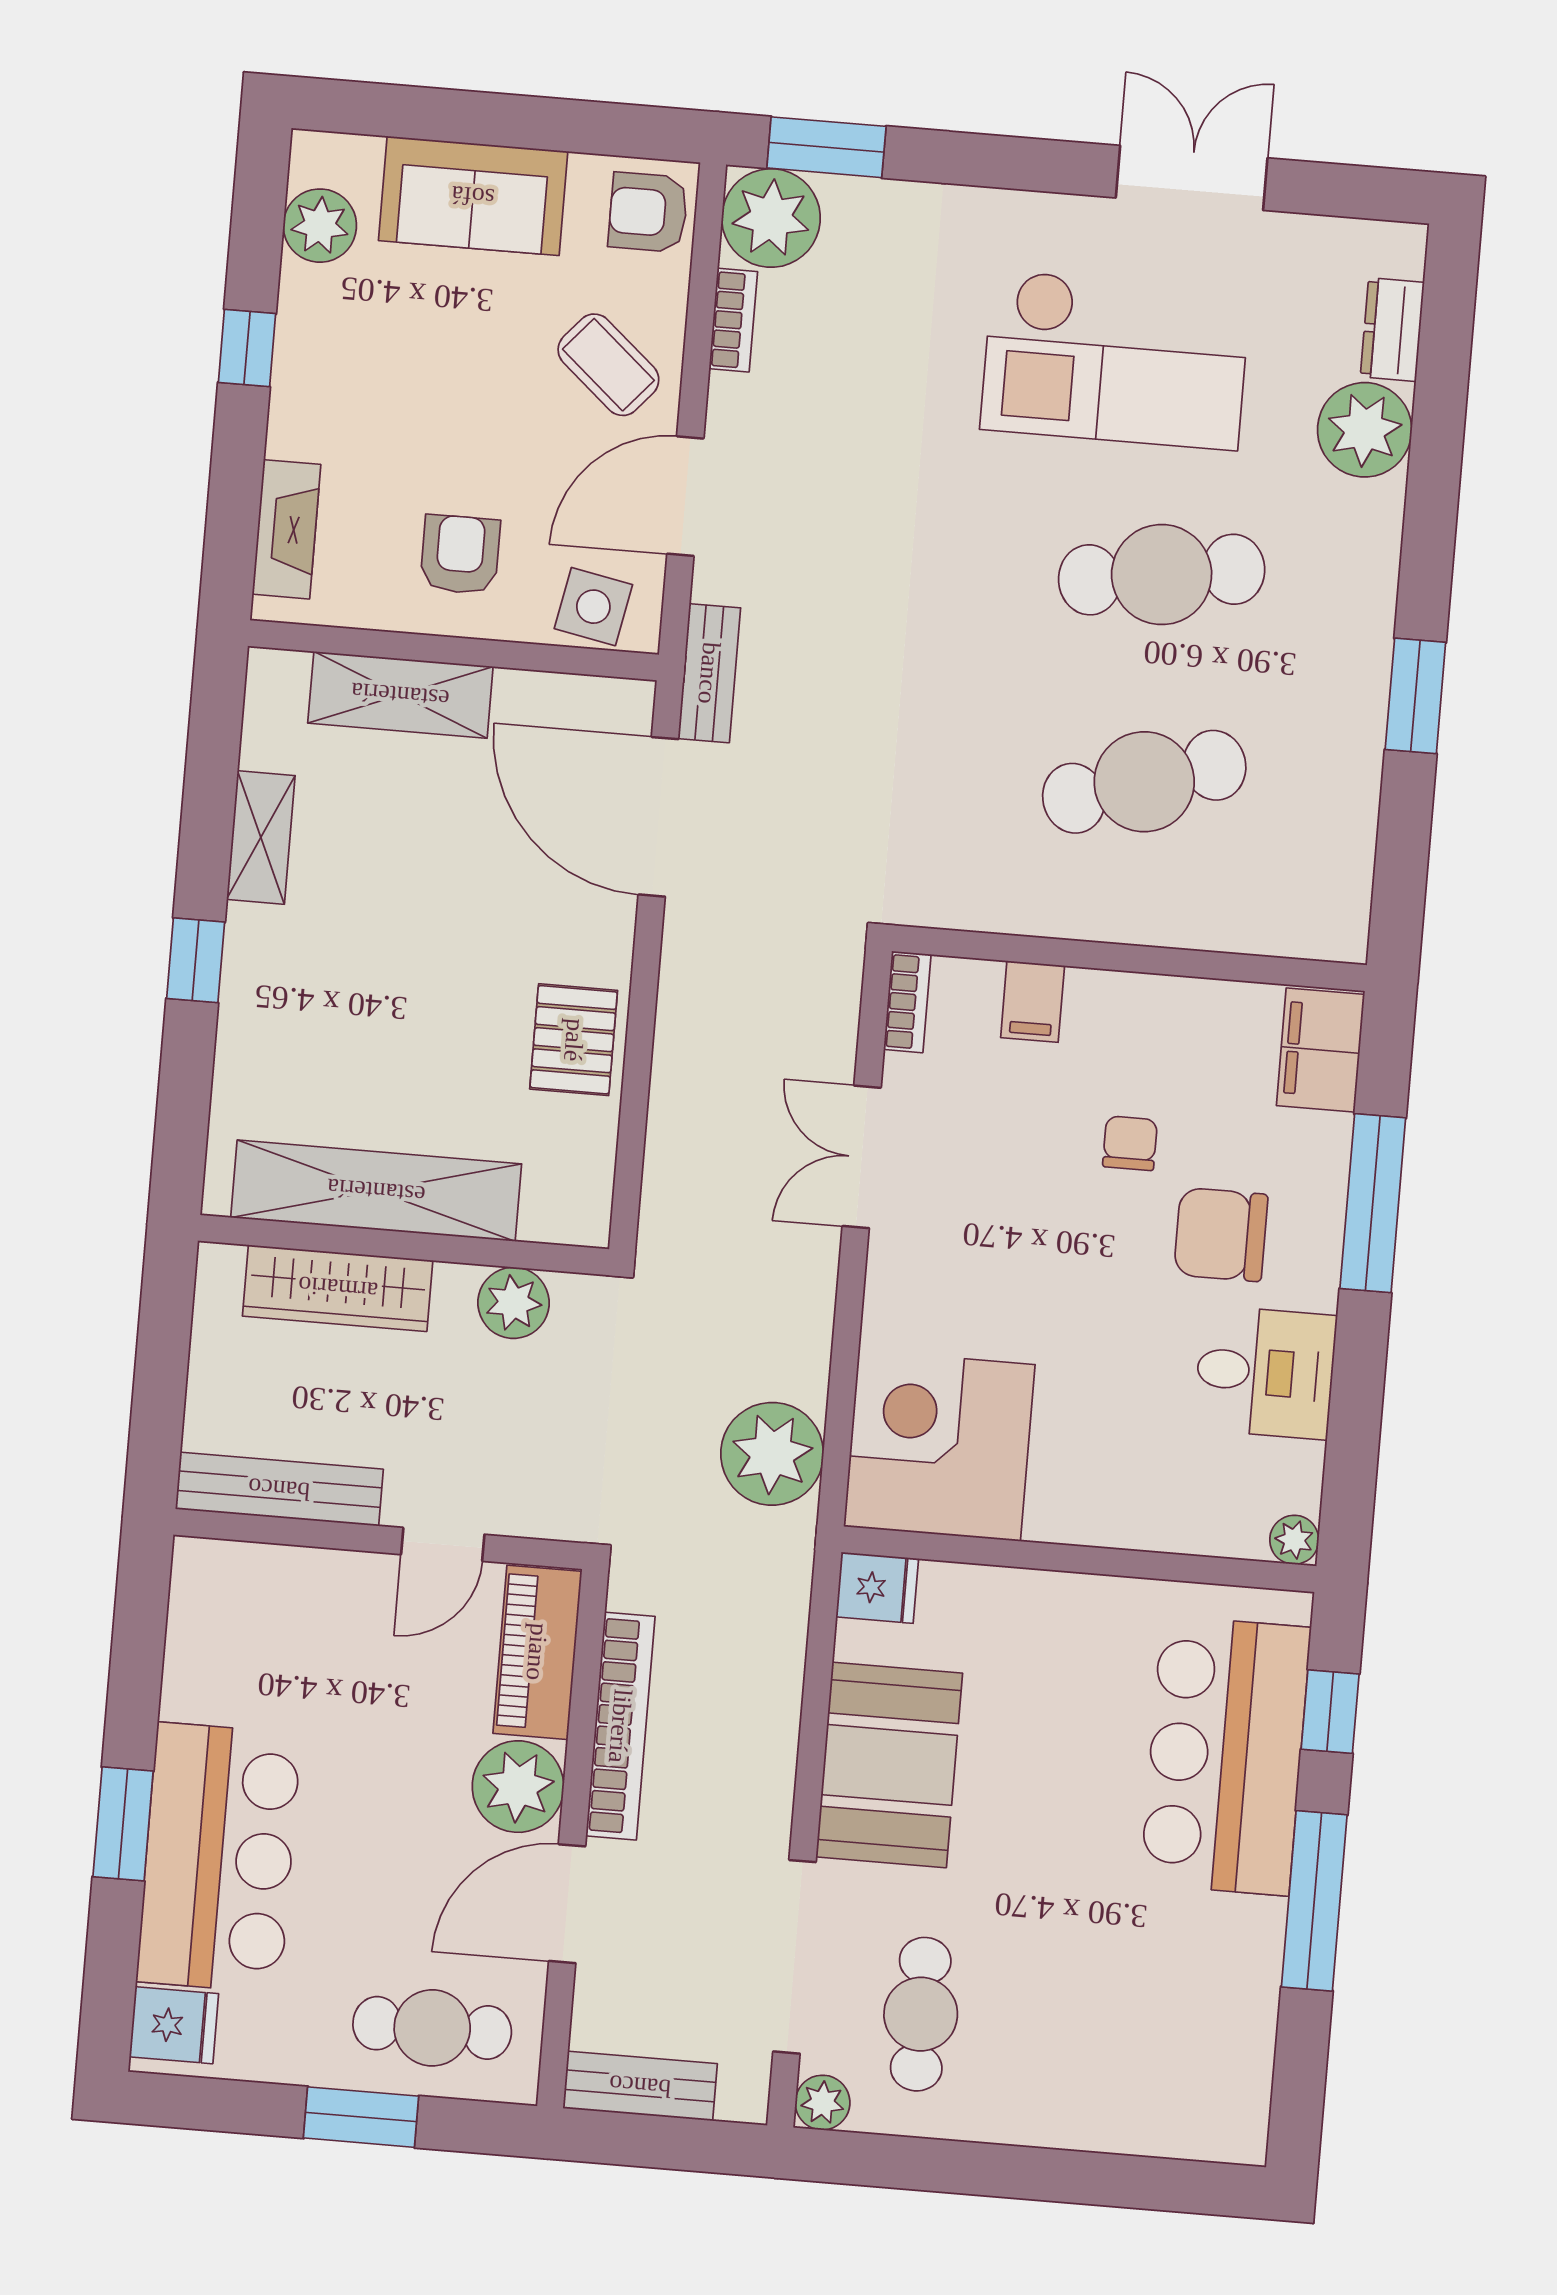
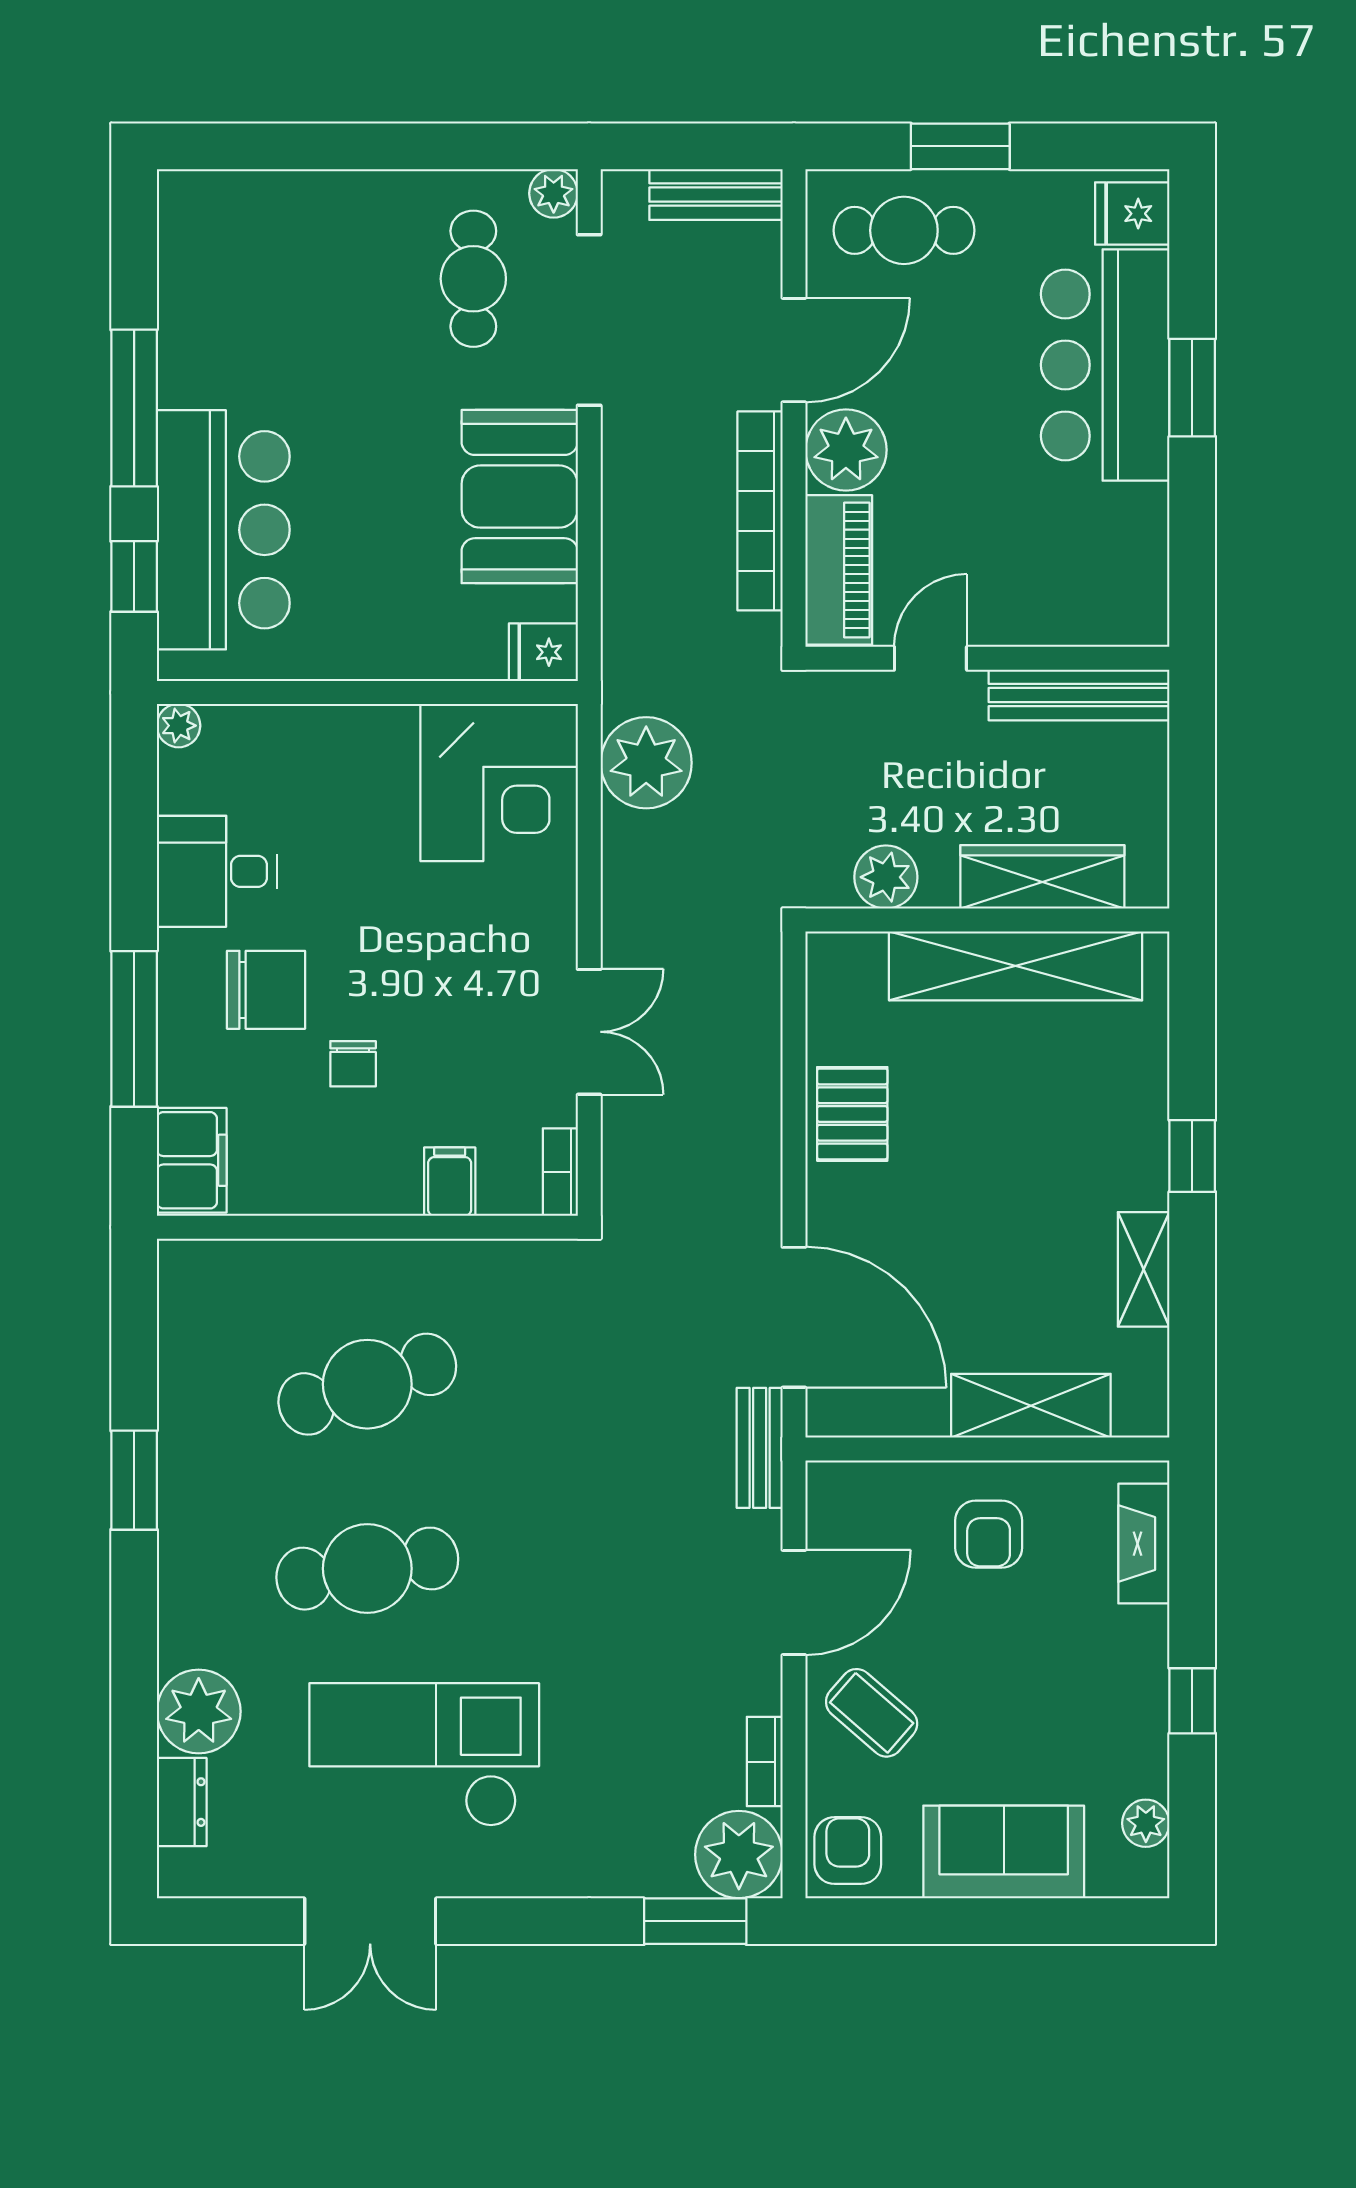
armchair: (648, 212) -> (848, 1851), turned -90
plant: (320, 226) -> (1146, 1823), width x0.73, depth x0.73
side table: (593, 607) -> (867, 1498), removed

